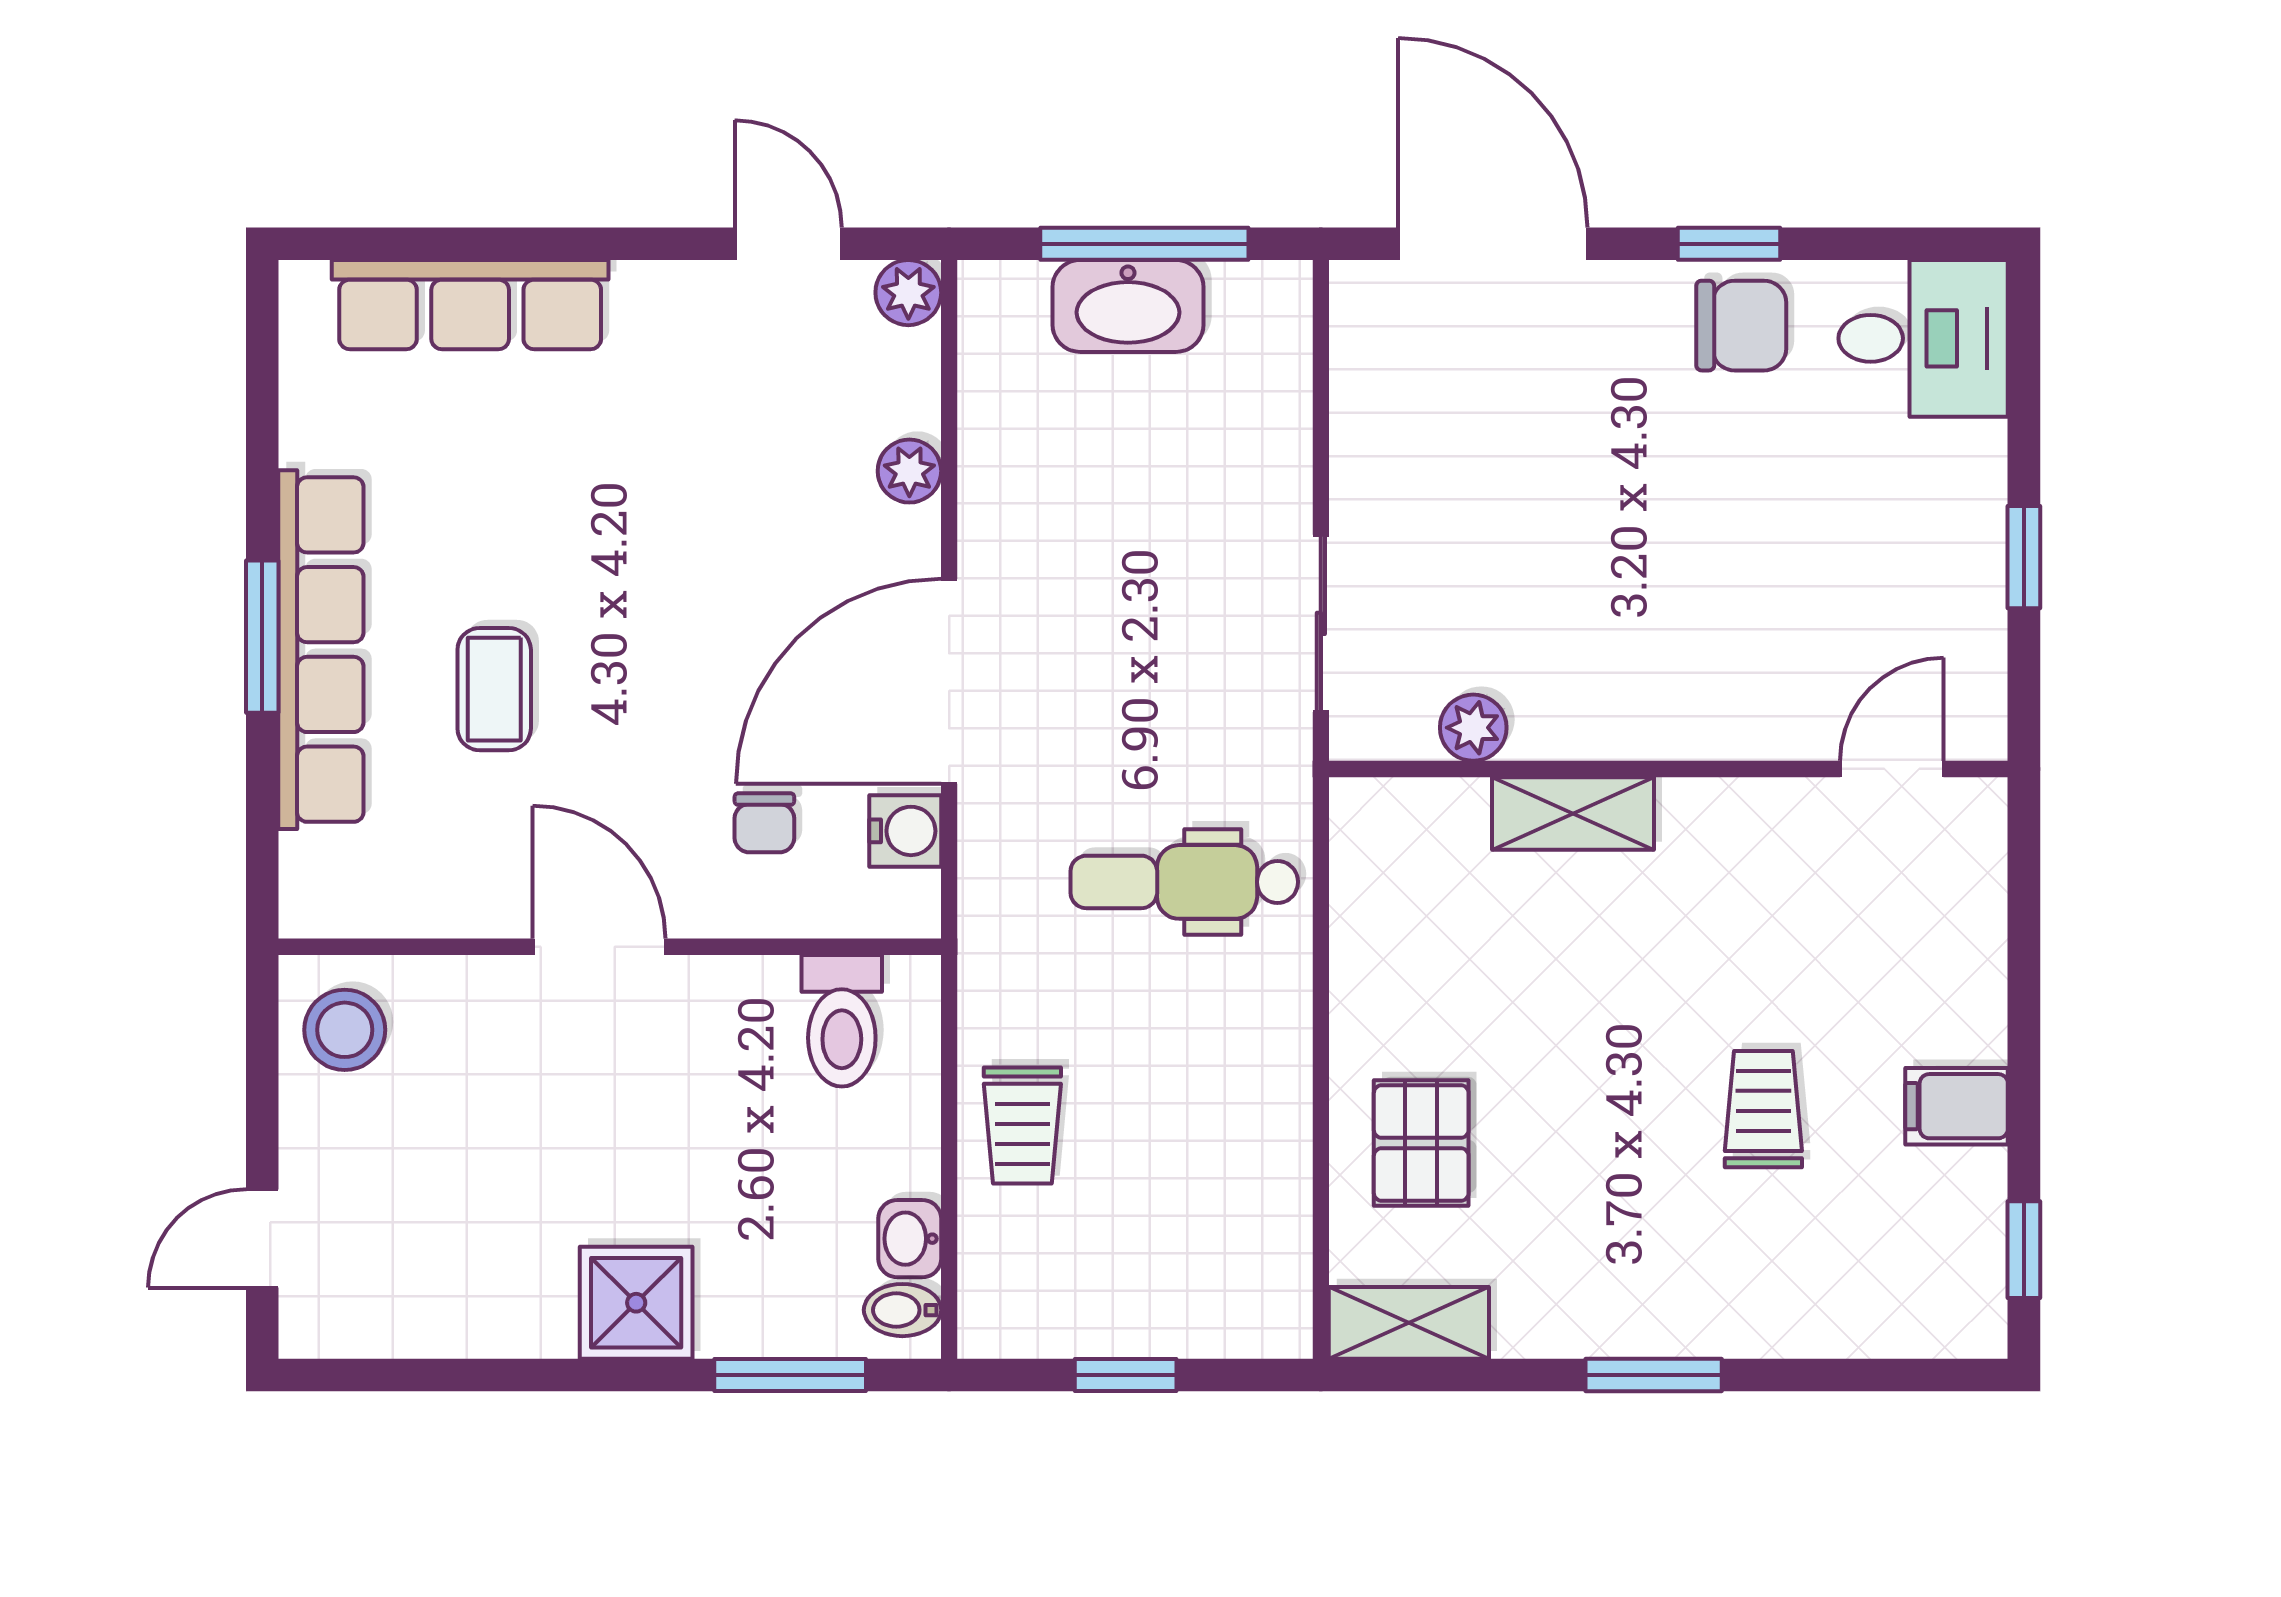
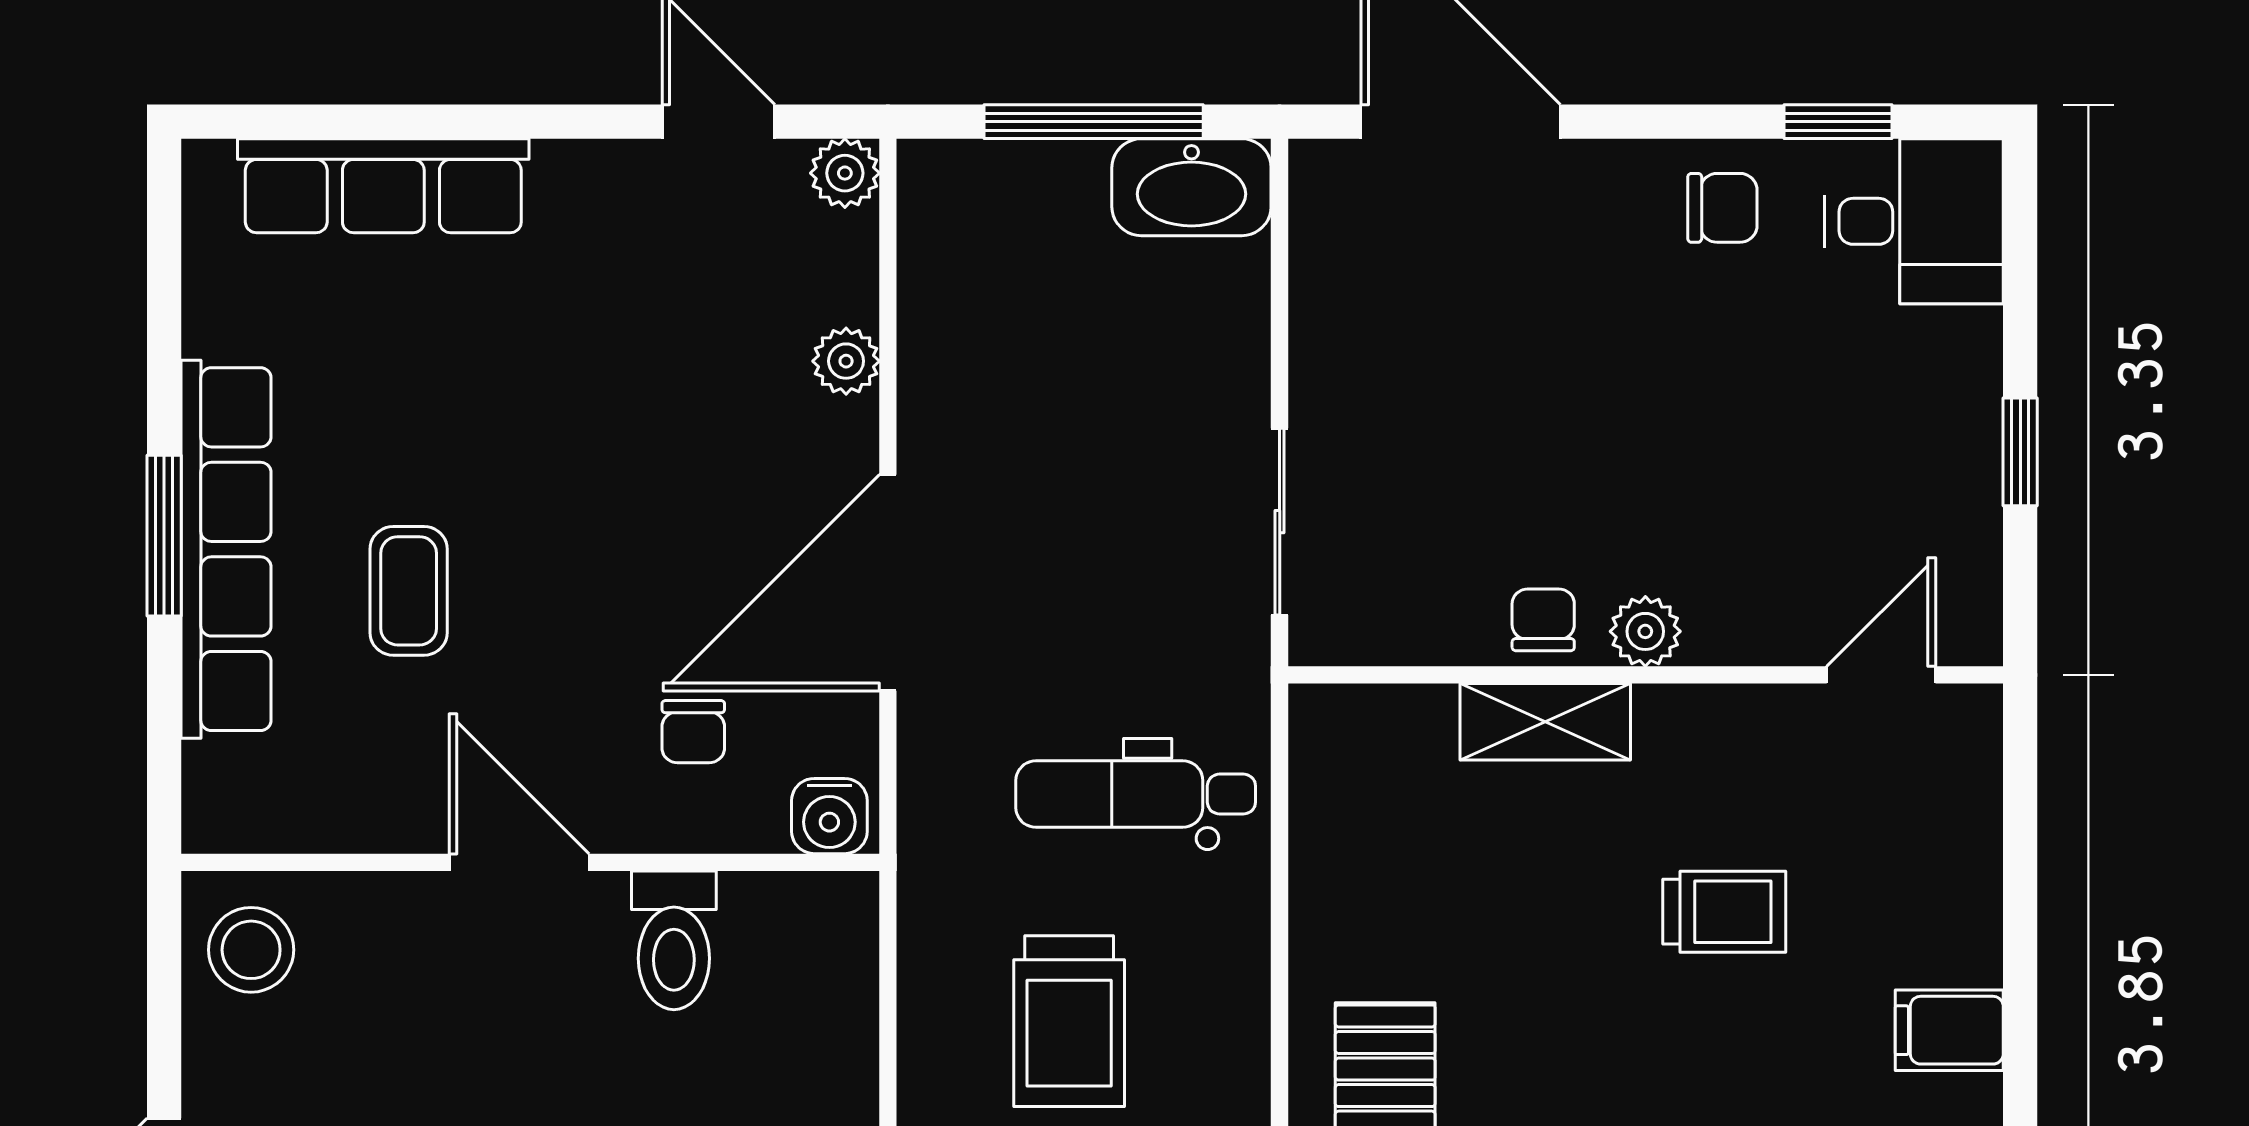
window: (1729, 244) -> (1838, 122), moved
washbasin: (1128, 306) -> (1191, 187), moved
chair: (1741, 326) -> (1722, 208), width x0.73, depth x0.73
chair: (1571, 717) -> (1543, 620), added
plant: (1473, 728) -> (1645, 631), moved
water cooler: (905, 831) -> (829, 816), moved, turned 90
toilet: (842, 1021) -> (674, 940), moved
trolley: (1763, 1109) -> (1724, 912), moved, turned 90
trolley: (1022, 1125) -> (1069, 1021), moved, width x1.36, depth x1.39

